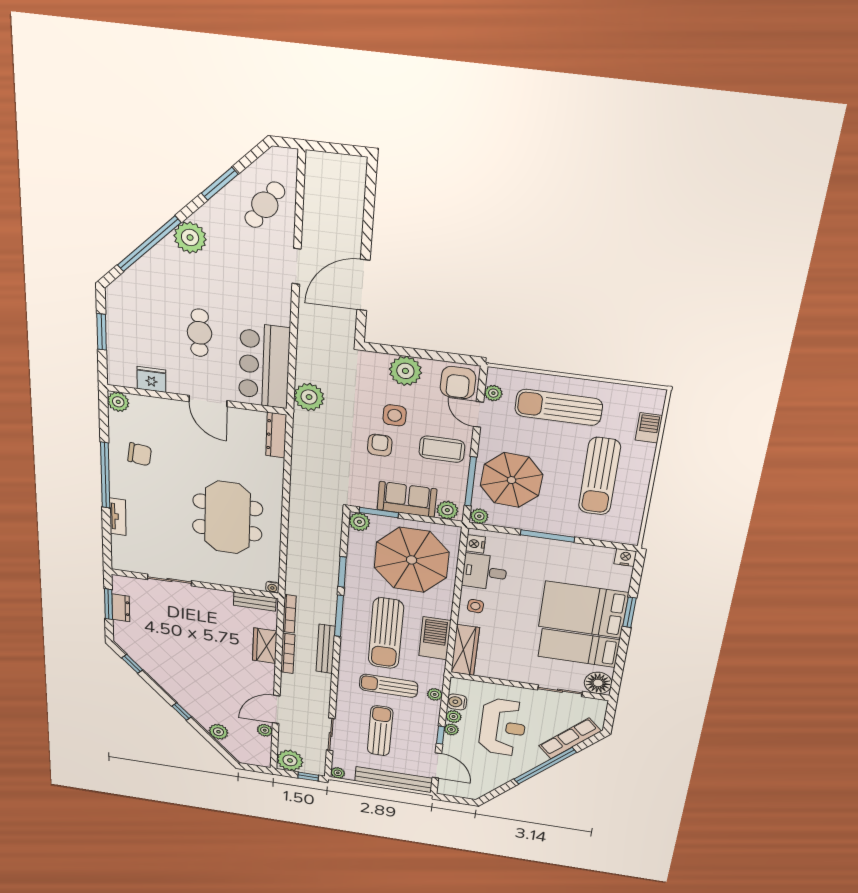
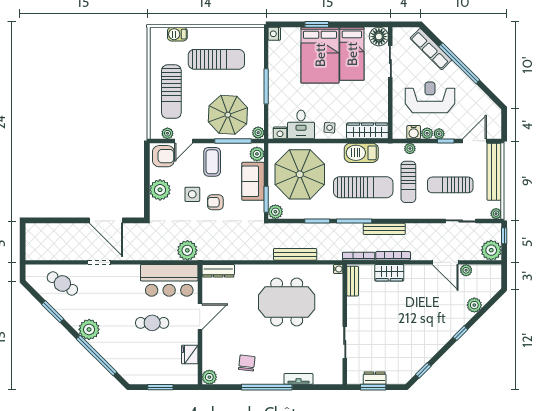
bench: (296, 538) -> (295, 254), added

